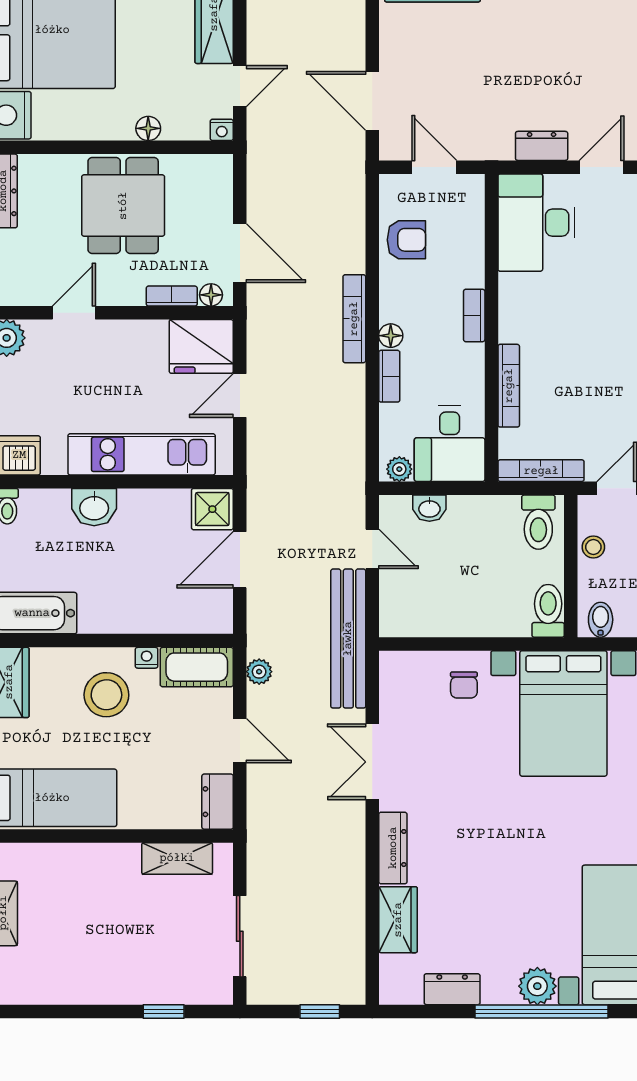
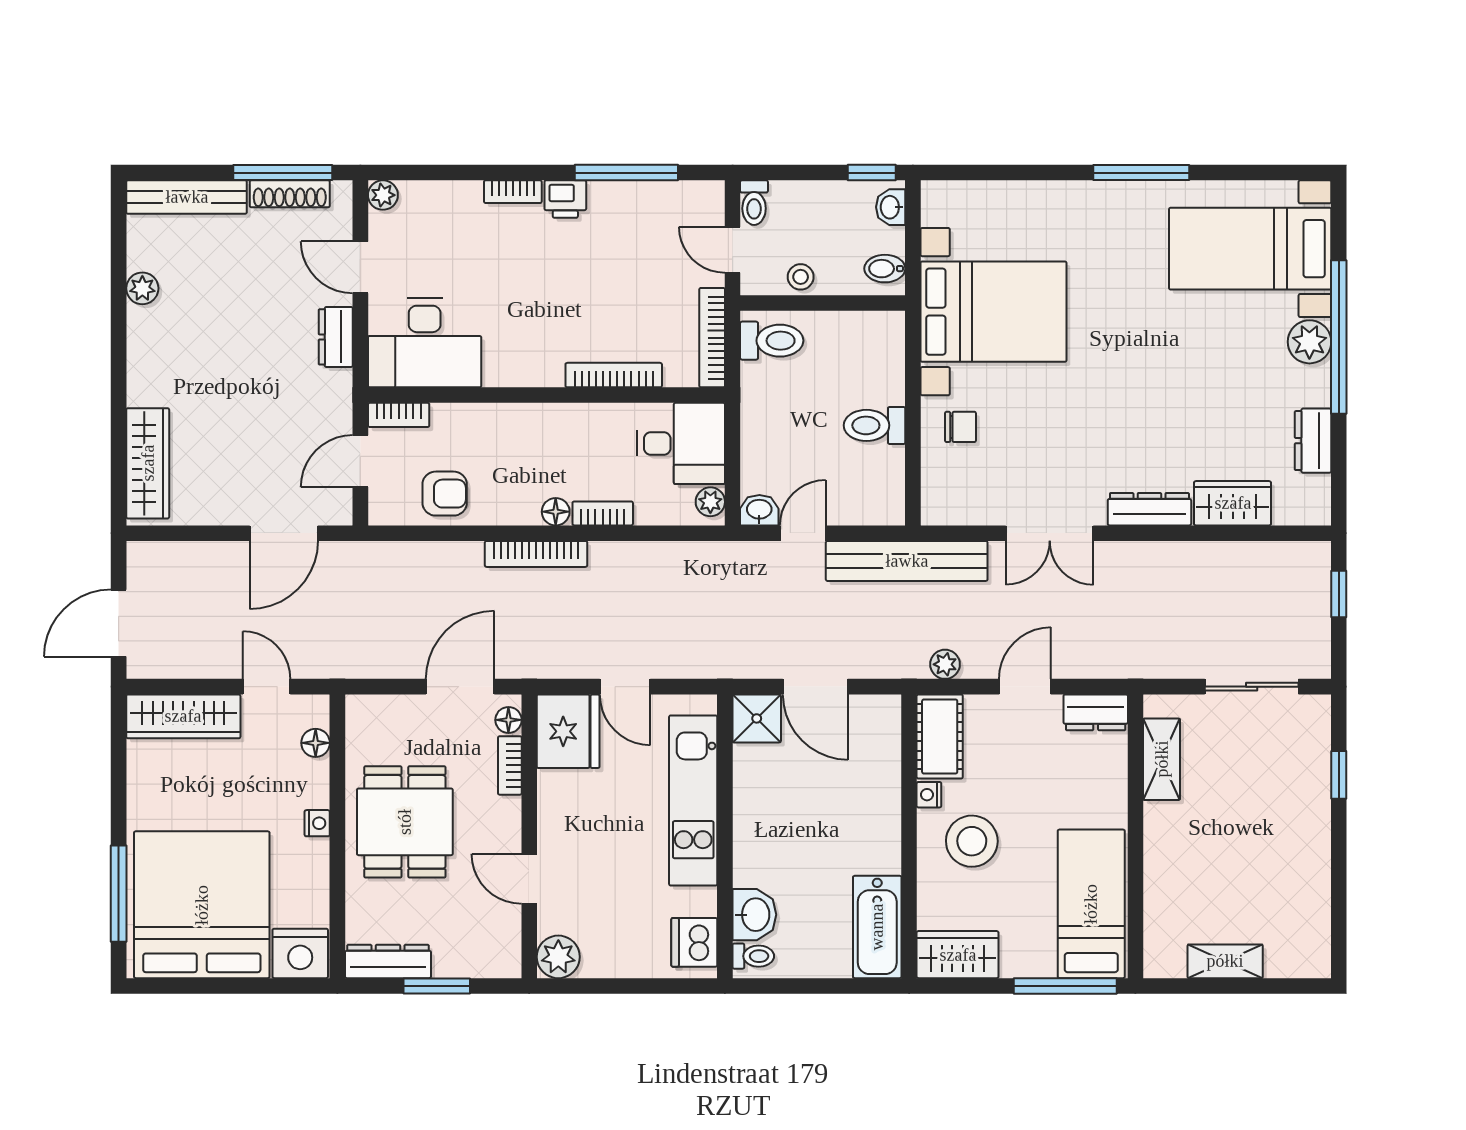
floor lamp: (148, 128) -> (316, 743), moved
nightstand: (222, 130) -> (317, 823), moved
dining table: (123, 206) -> (405, 822), turned 90
armchair: (406, 240) -> (445, 494), turned 90
bookcase: (474, 315) -> (399, 415), moved
washbasin: (94, 507) -> (754, 915), moved
washbasin: (429, 508) -> (759, 510), moved, turned -90
toilet: (548, 611) -> (874, 425), moved

